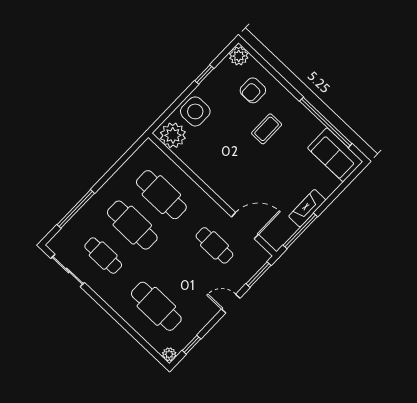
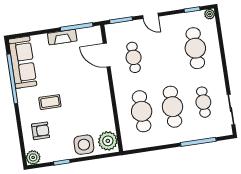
sofa: (335, 155) -> (23, 62), width x1.36

